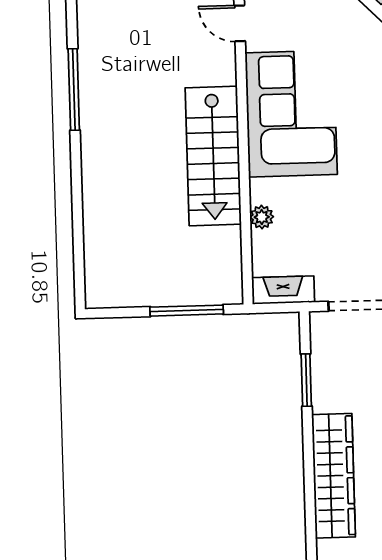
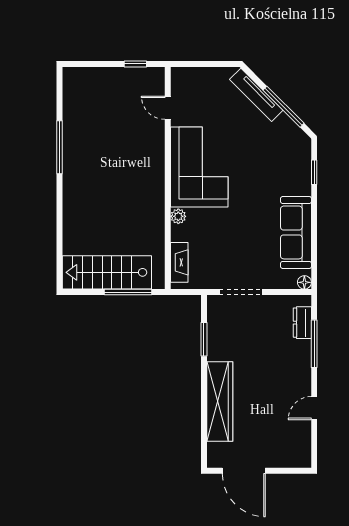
stairs: (213, 156) -> (107, 272), moved, turned 90
plant: (262, 217) -> (178, 216), moved
fireplace: (283, 290) -> (179, 262), moved, turned 90

